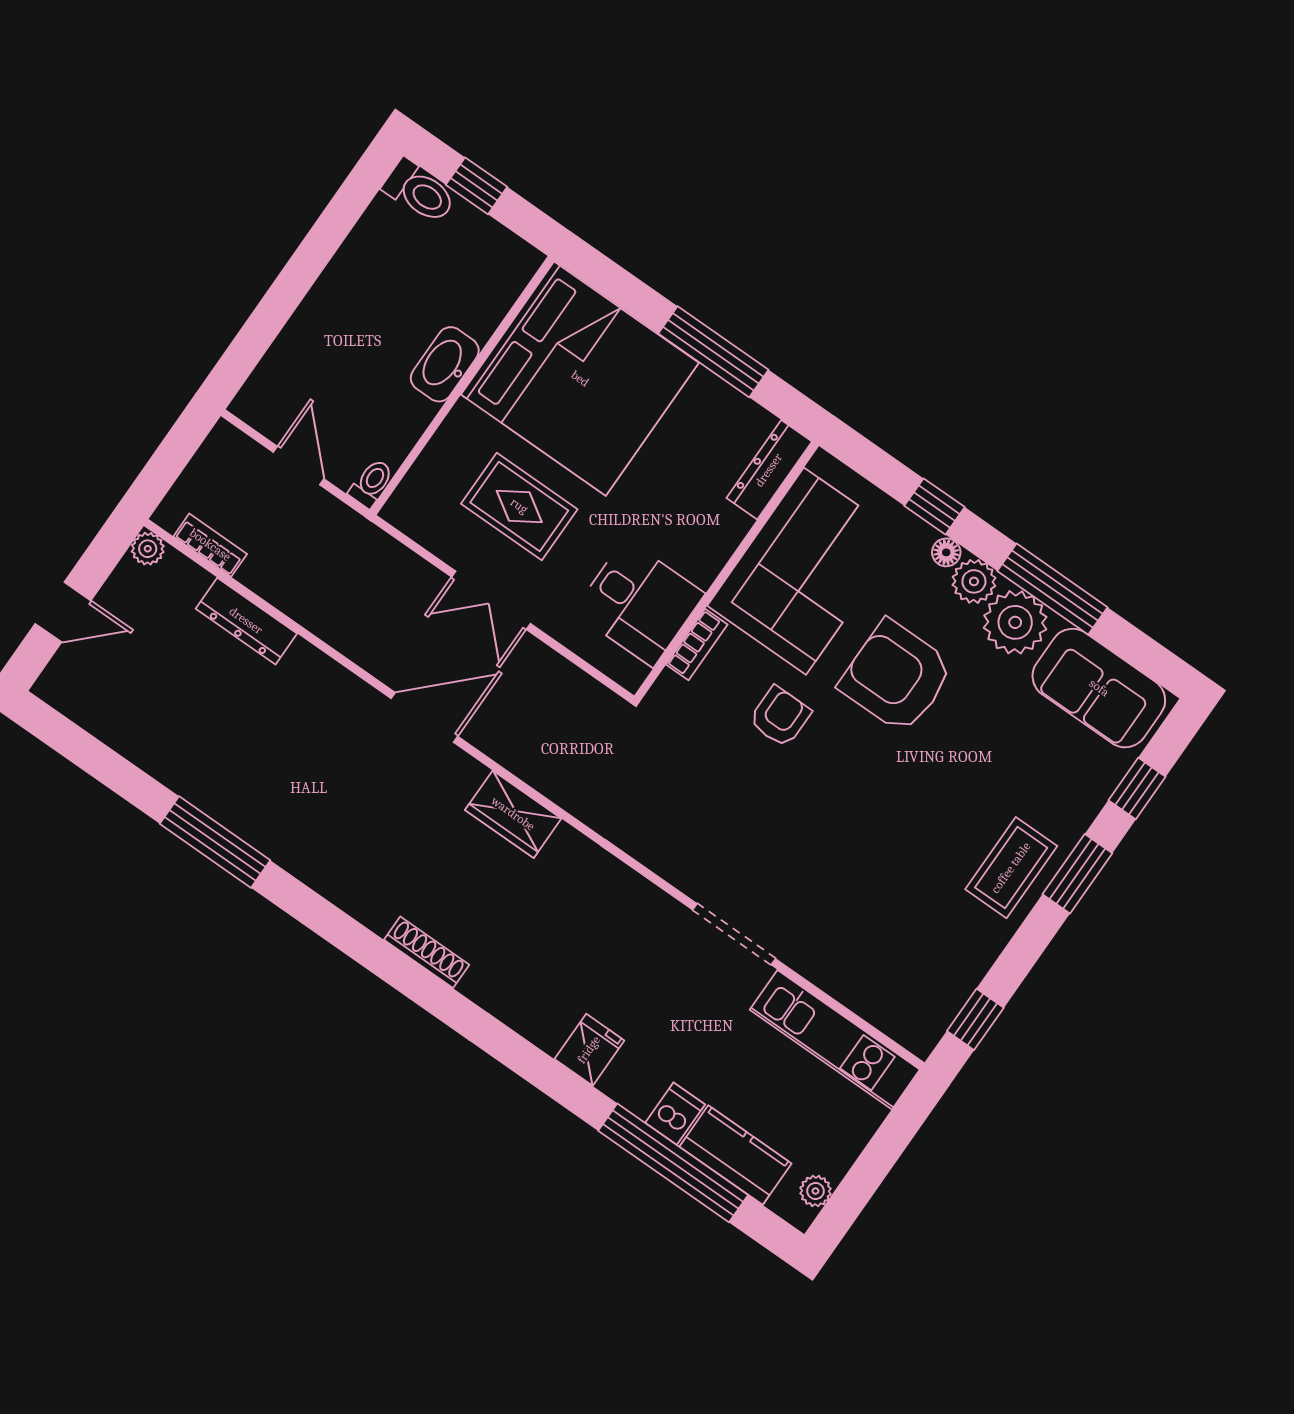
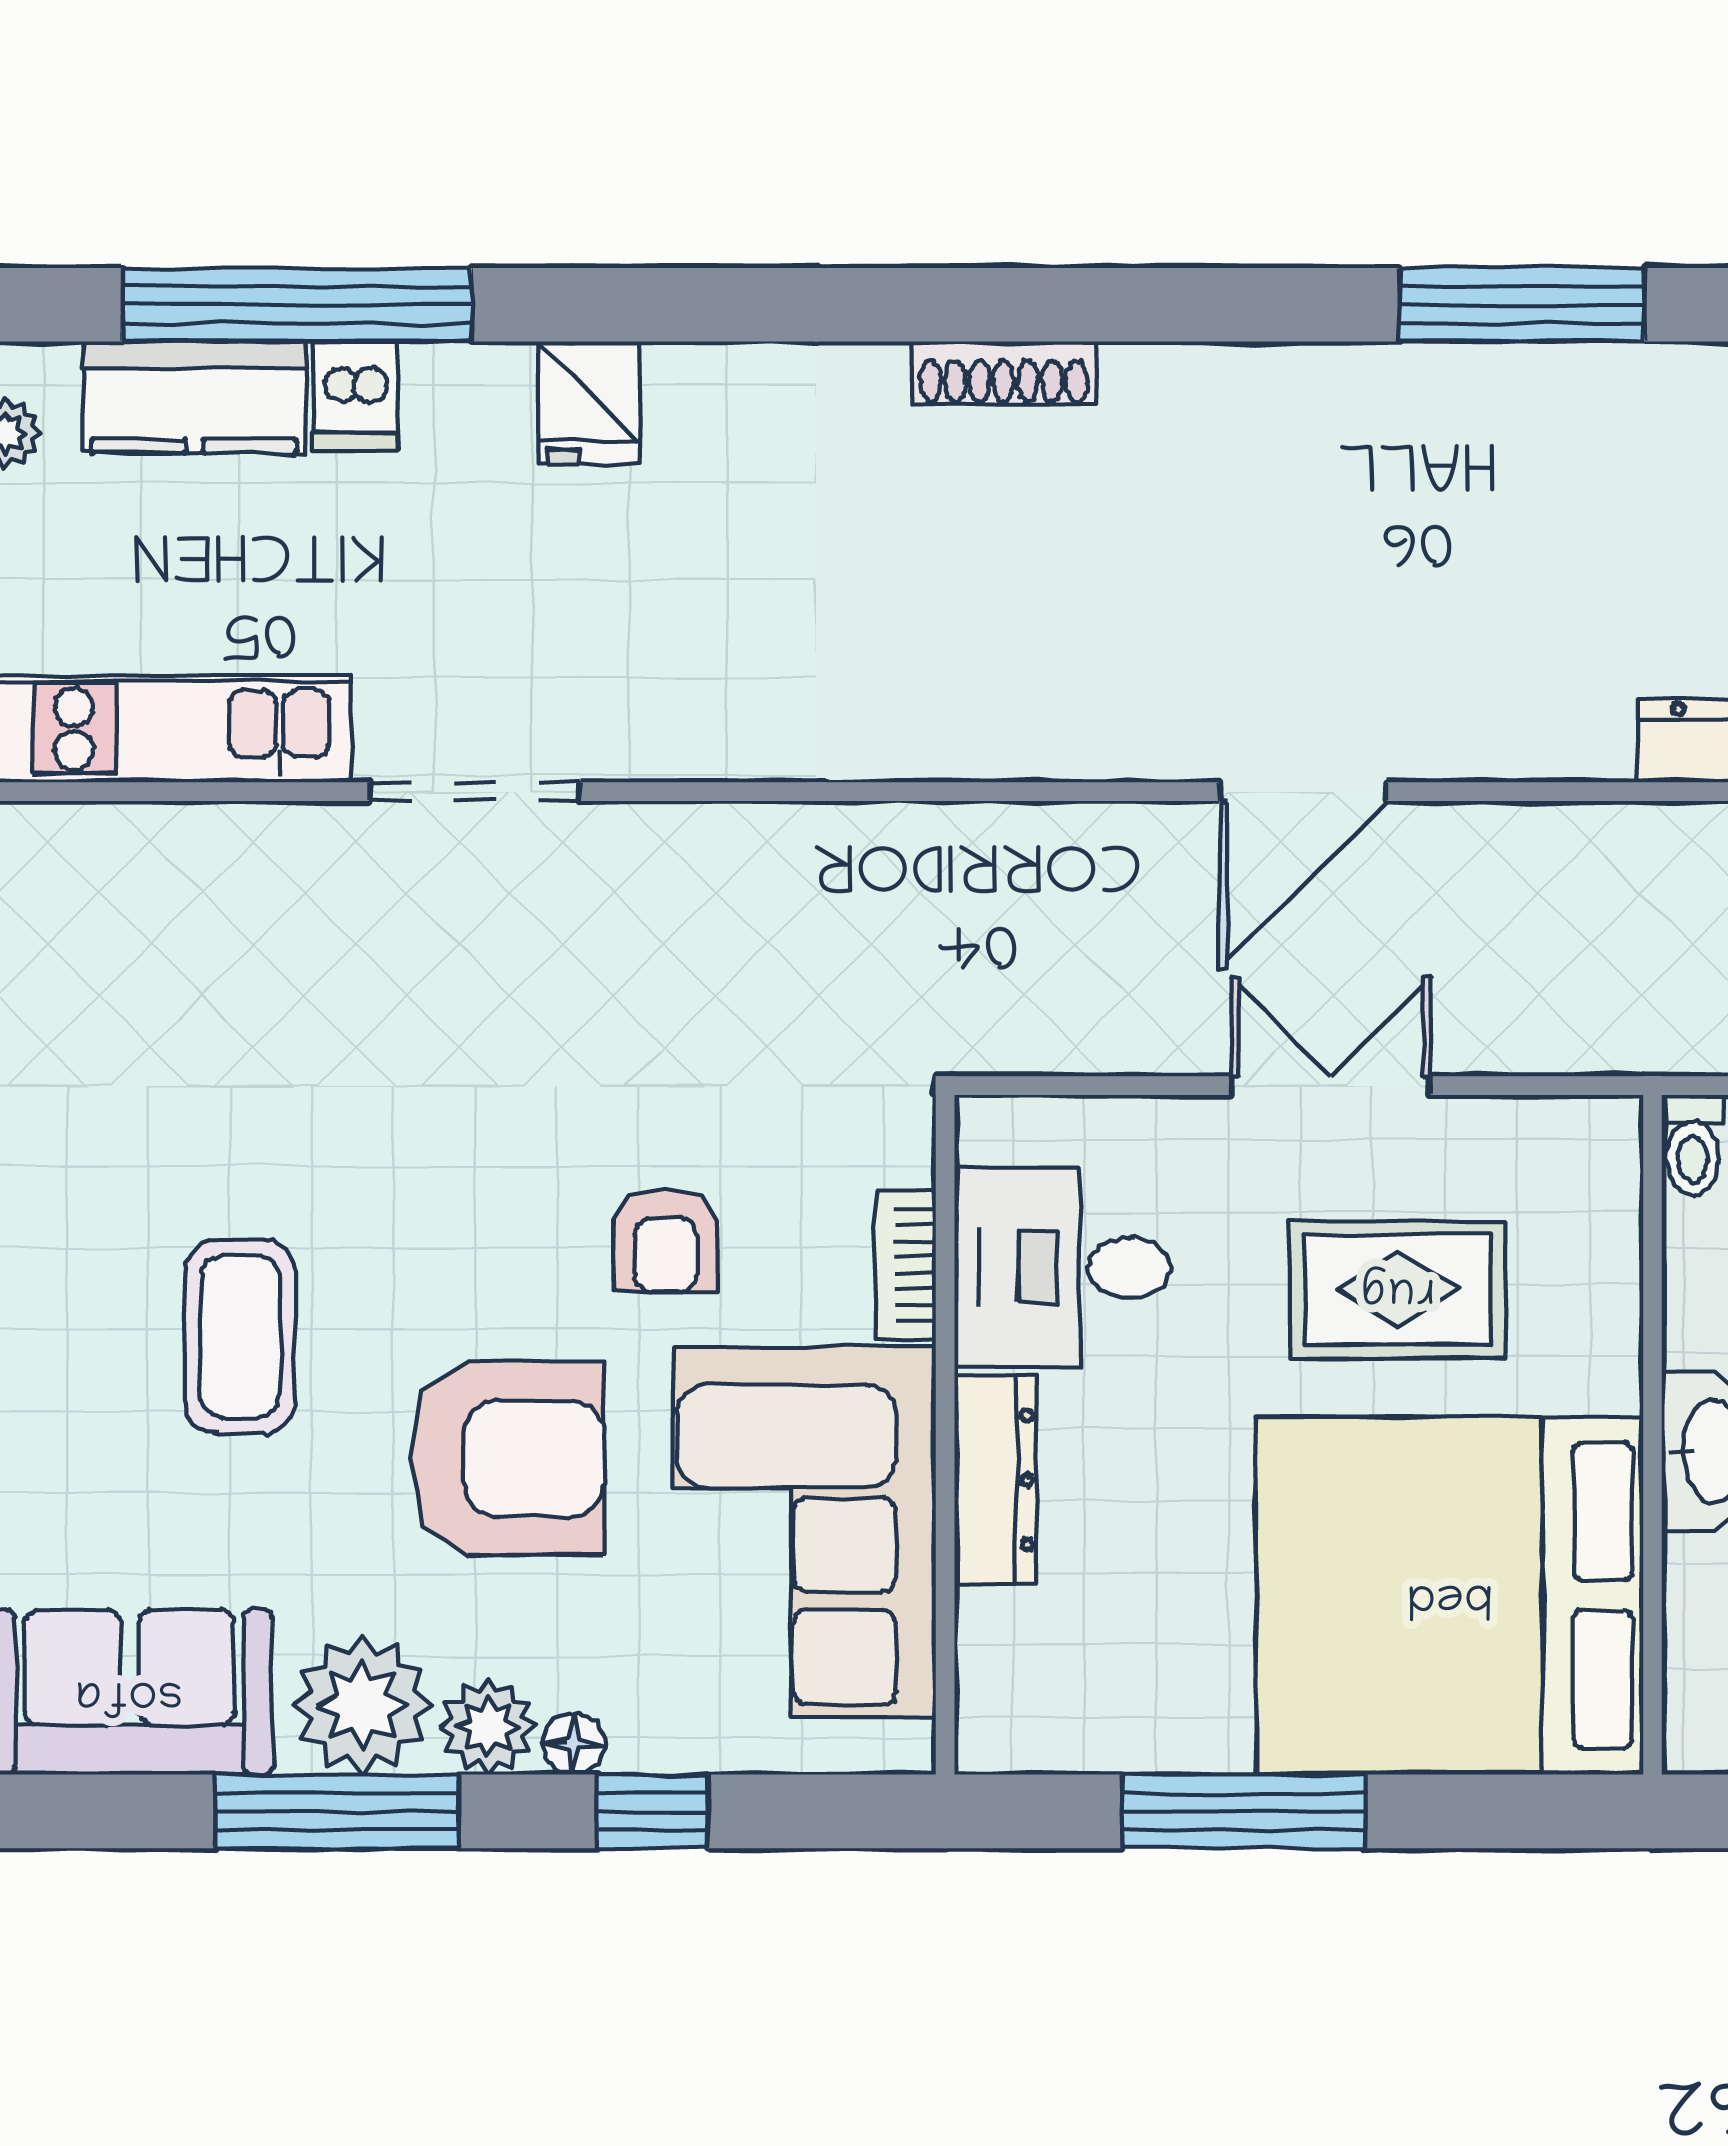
dresser: (769, 470) -> (995, 1480), moved
wardrobe: (513, 814) -> (1022, 729), removed
coffee table: (1011, 868) -> (240, 1336), moved

